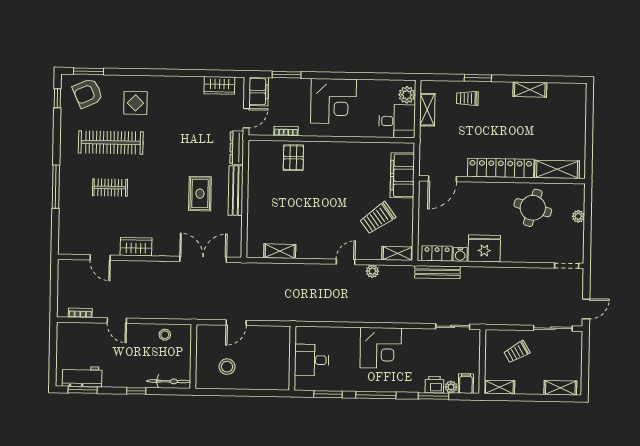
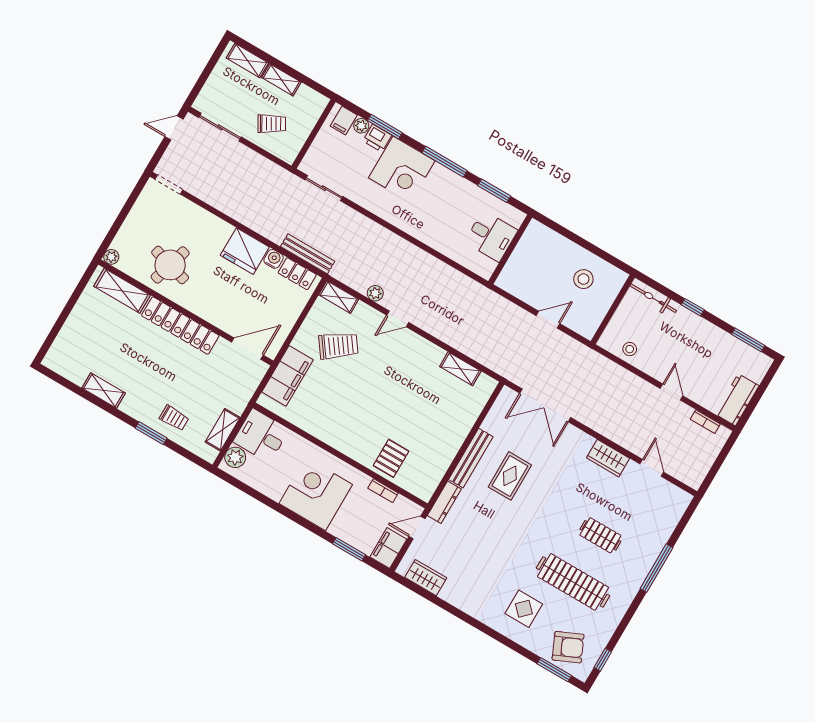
plant: (578, 216) -> (111, 257), moved
corner desk: (381, 348) -> (402, 169), moved, turned 180
workbench: (82, 377) -> (737, 400), moved, turned 90
shelving: (499, 387) -> (281, 80), moved

